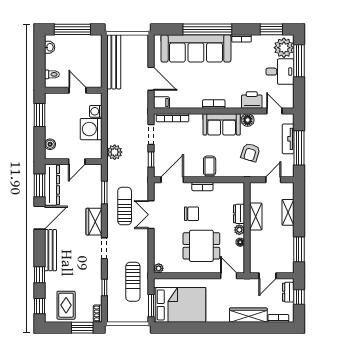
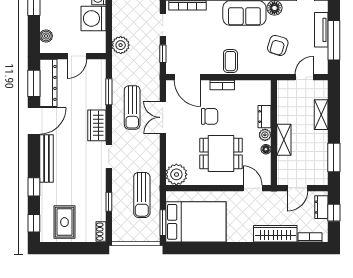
door: (172, 180) -> (187, 77), swing flipped
sun lounger: (125, 206) -> (132, 107), turned 180
shelving: (256, 217) -> (284, 140), moved
plant: (159, 268) -> (176, 174), width x1.87, depth x1.87
window: (82, 328) -> (83, 248), removed

